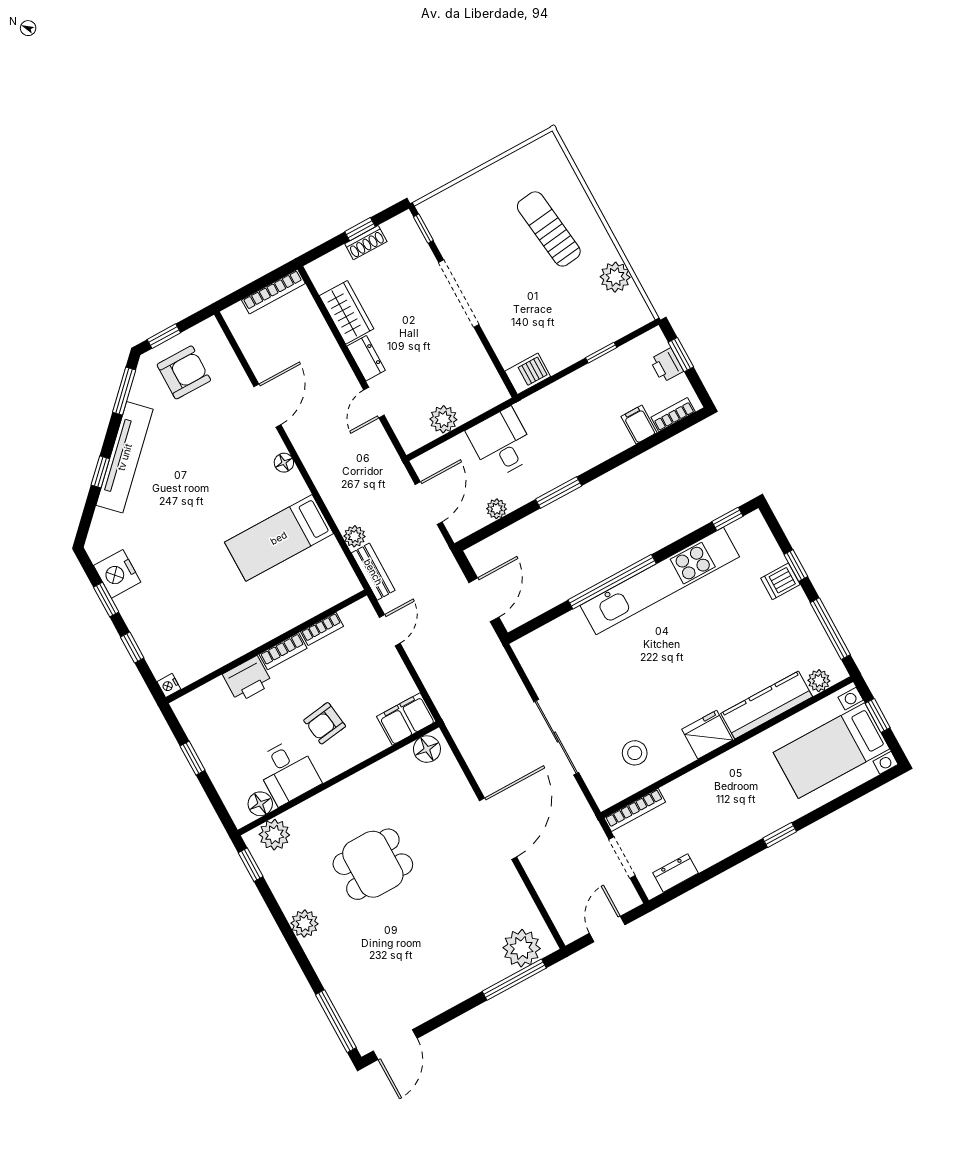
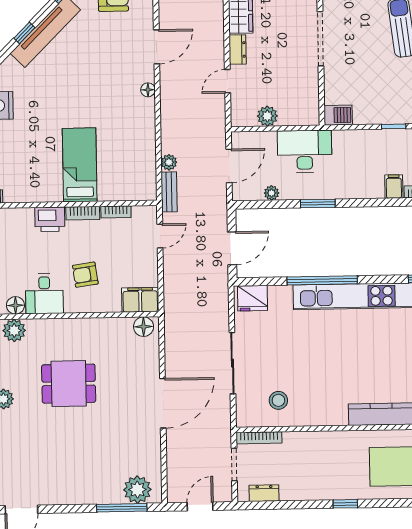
desk: (501, 443) -> (305, 151), width x1.37
bed: (279, 538) -> (80, 165), moved, turned 90
fridge: (707, 735) -> (253, 298), moved, turned 180

